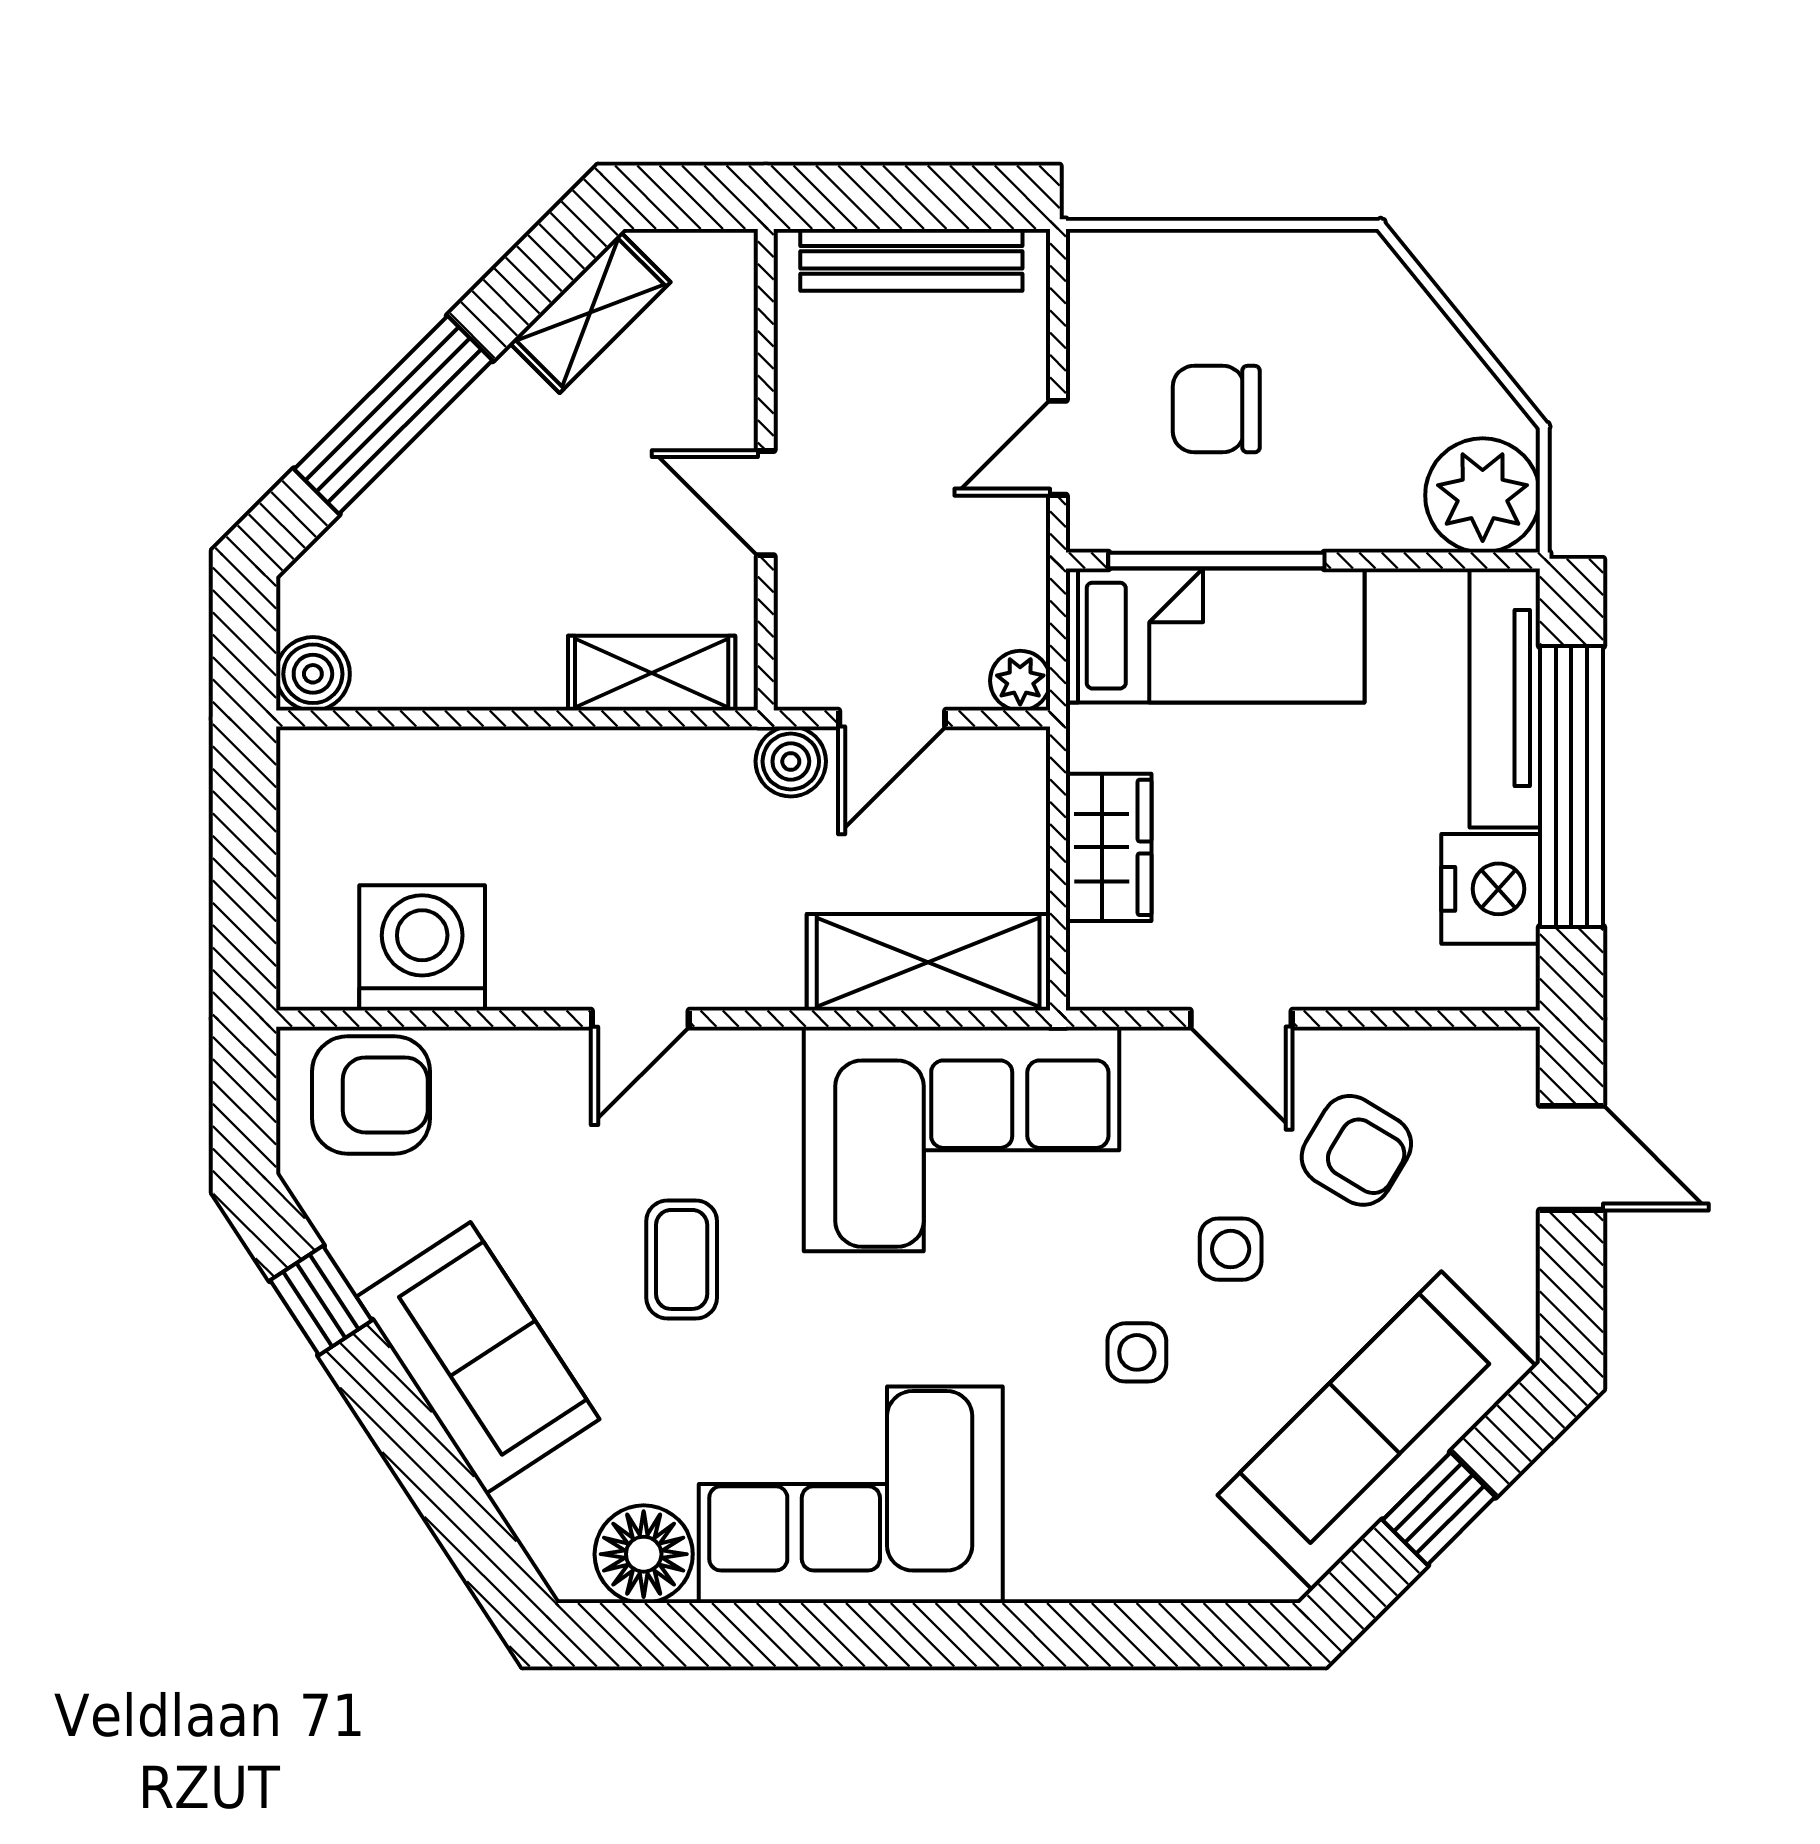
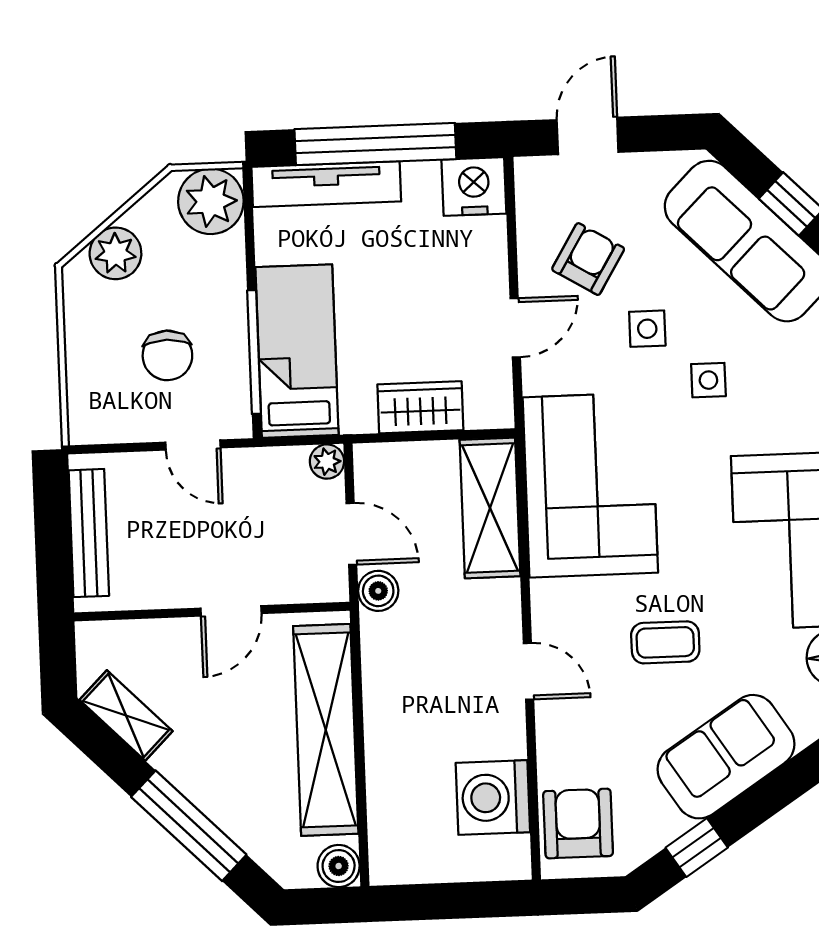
plant: (1398, 325) -> (115, 253), added
shelving: (652, 673) -> (326, 730), width x2.20, depth x1.33
nightstand: (1491, 889) -> (474, 187), moved

